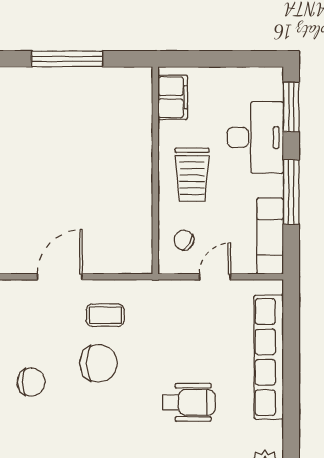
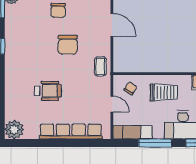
trolley: (192, 175) -> (164, 92), turned 180
coffee table: (105, 315) -> (100, 66), moved
wheelchair: (189, 402) -> (48, 91), turned -90

